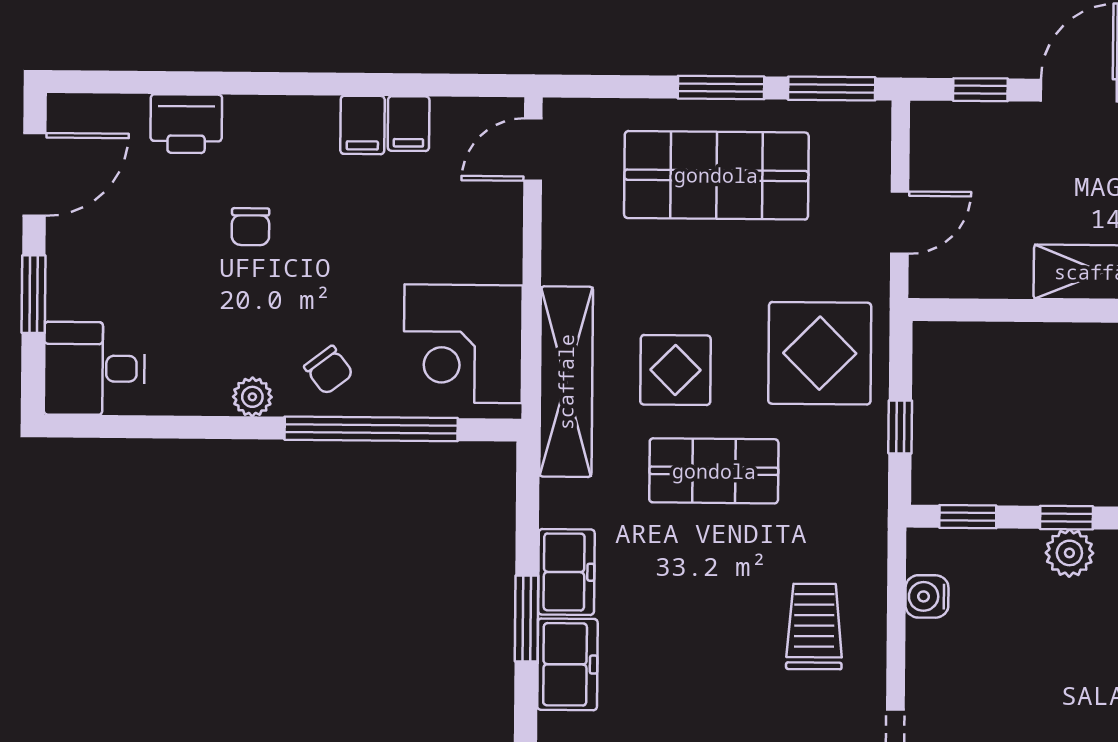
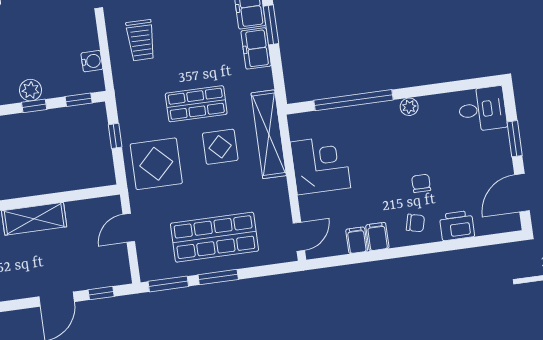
corner desk: (463, 344) -> (320, 165), moved
chair: (329, 370) -> (415, 223), moved, turned 141

